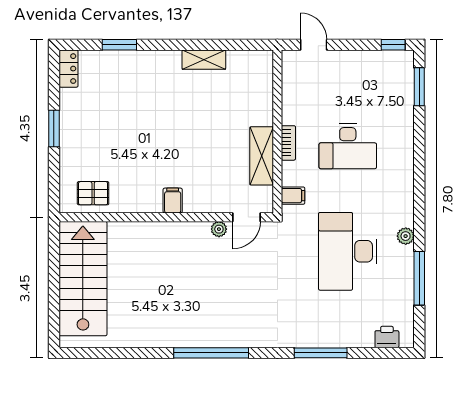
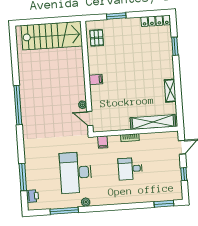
window: (393, 45) -> (184, 174), moved
locker: (68, 69) -> (155, 21), width x1.53
window: (54, 128) -> (116, 16), moved
desk: (348, 146) -> (130, 169), width x0.73
shelving: (262, 156) -> (153, 122), moved, width x1.47
desk: (348, 251) -> (76, 173), turned -90
window: (321, 353) -> (23, 177), moved

